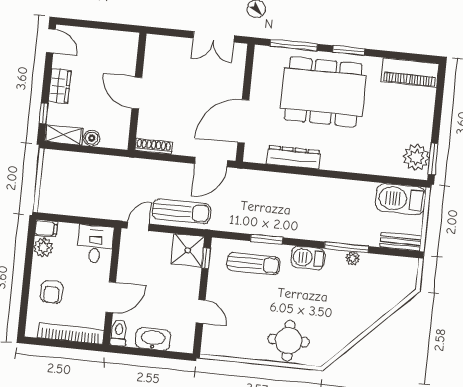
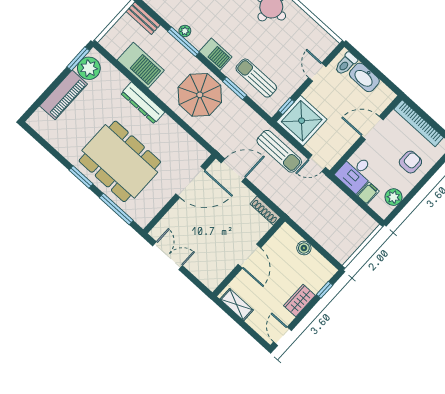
piano: (410, 73) -> (64, 95), moved, turned 90
shelving: (64, 135) -> (237, 305), moved
dresser: (293, 157) -> (143, 103), moved
barbecue: (401, 199) -> (141, 65), moved
parasol: (295, 209) -> (200, 95), added
sun lounger: (181, 211) -> (279, 151), turned 180
filing cabinet: (46, 228) -> (368, 193), moved, turned 90
shower: (188, 250) -> (302, 121), width x1.37, depth x1.37
toilet: (119, 333) -> (346, 64), moved

